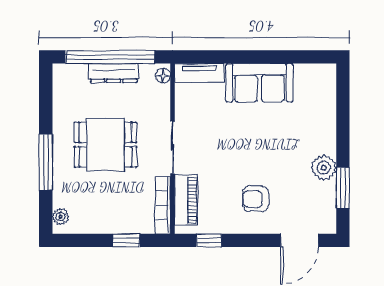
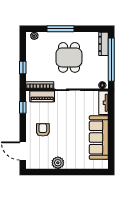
dresser: (114, 73) -> (104, 44), moved
sofa: (259, 83) -> (99, 138), width x1.36
window: (343, 188) -> (48, 172), removed

